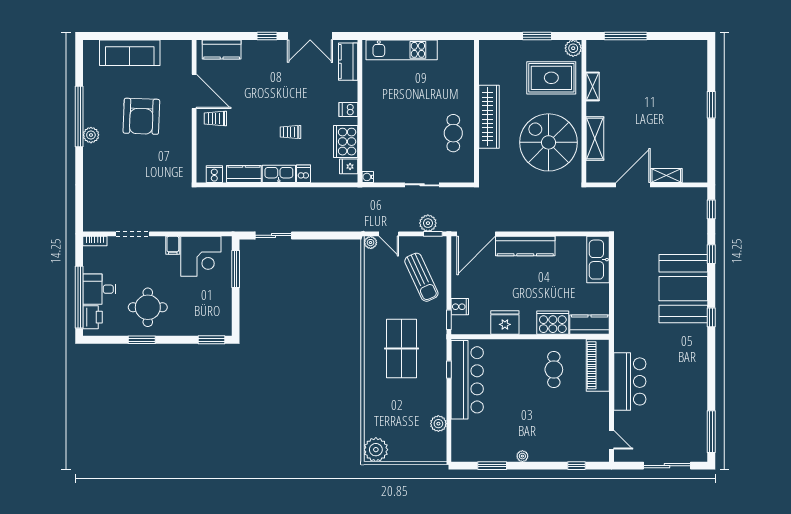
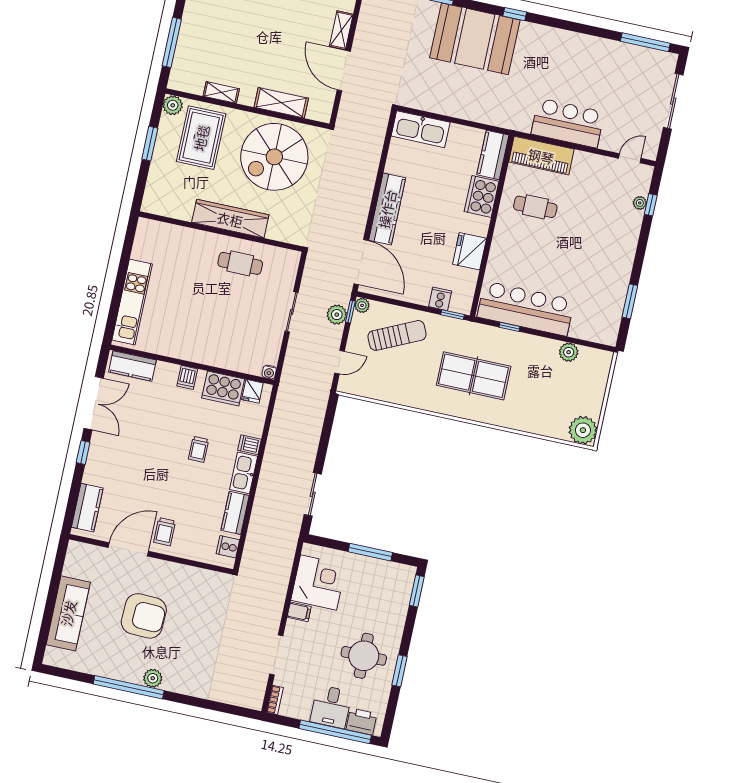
plant: (371, 243) -> (362, 305), moved
window: (236, 269) -> (370, 552), moved
plant: (522, 456) -> (640, 203), moved

